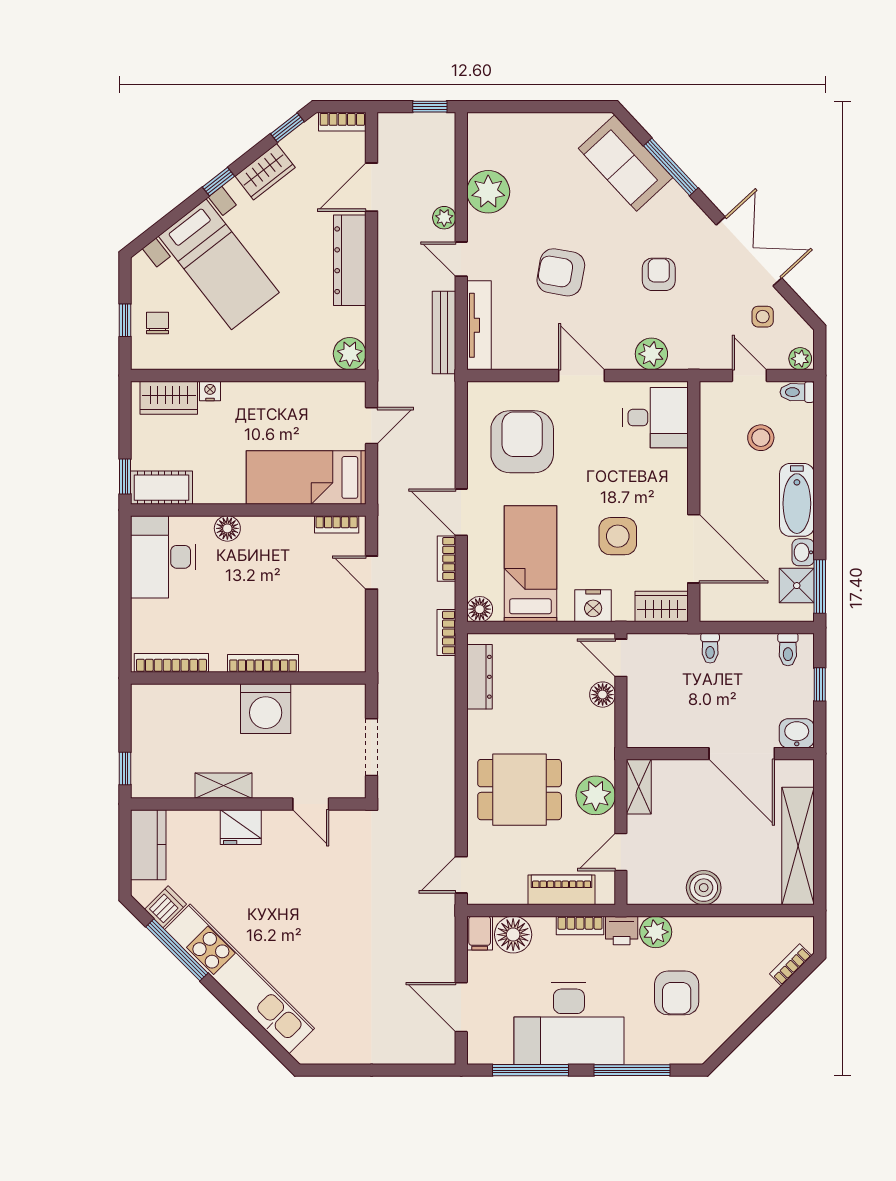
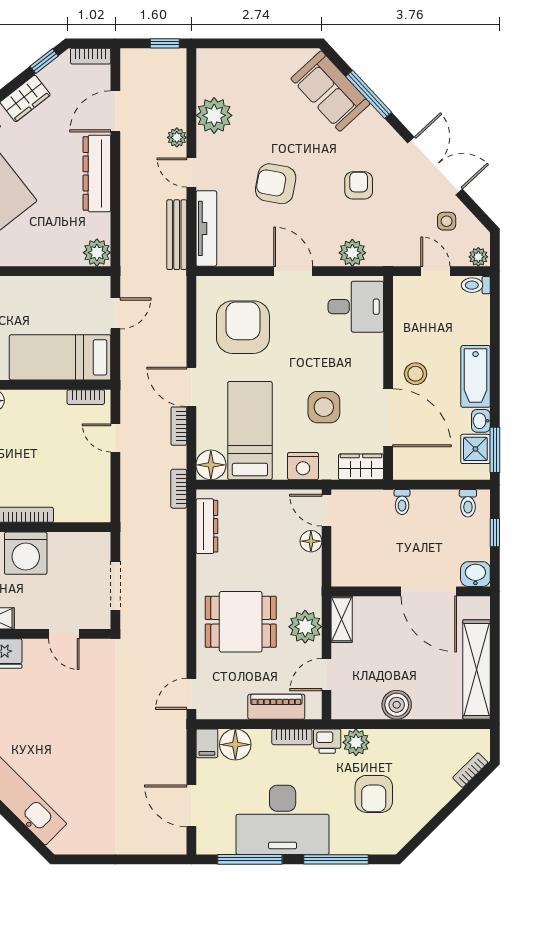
stool: (761, 438) -> (416, 374), moved
floor lamp: (480, 609) -> (211, 465), width x1.38, depth x1.38

